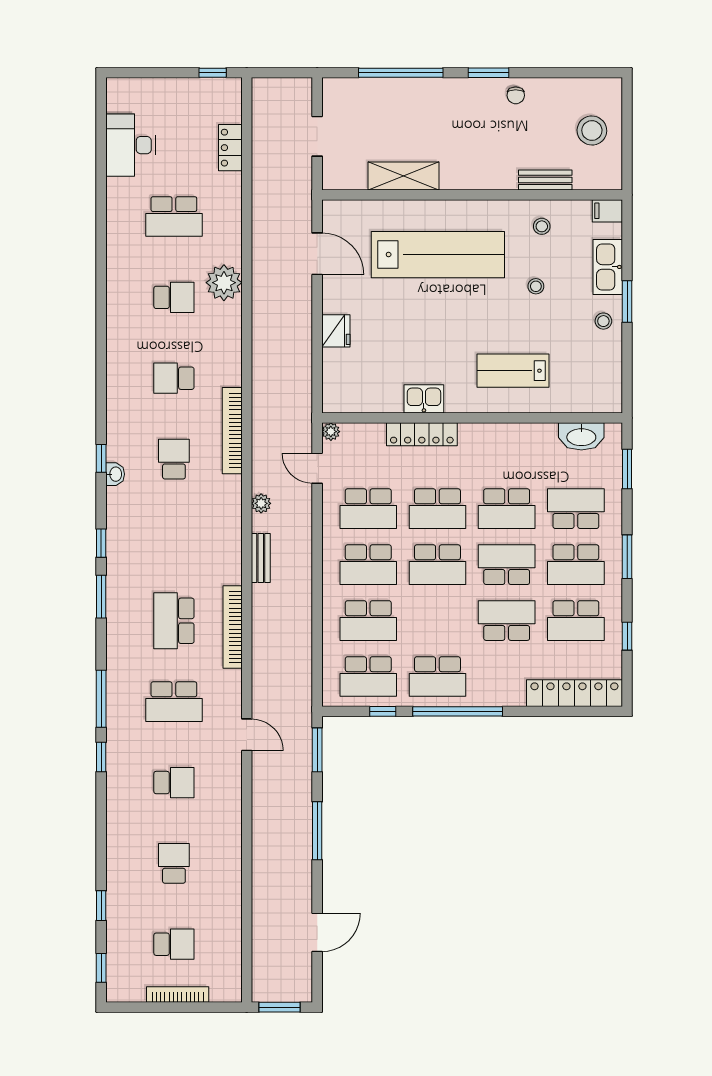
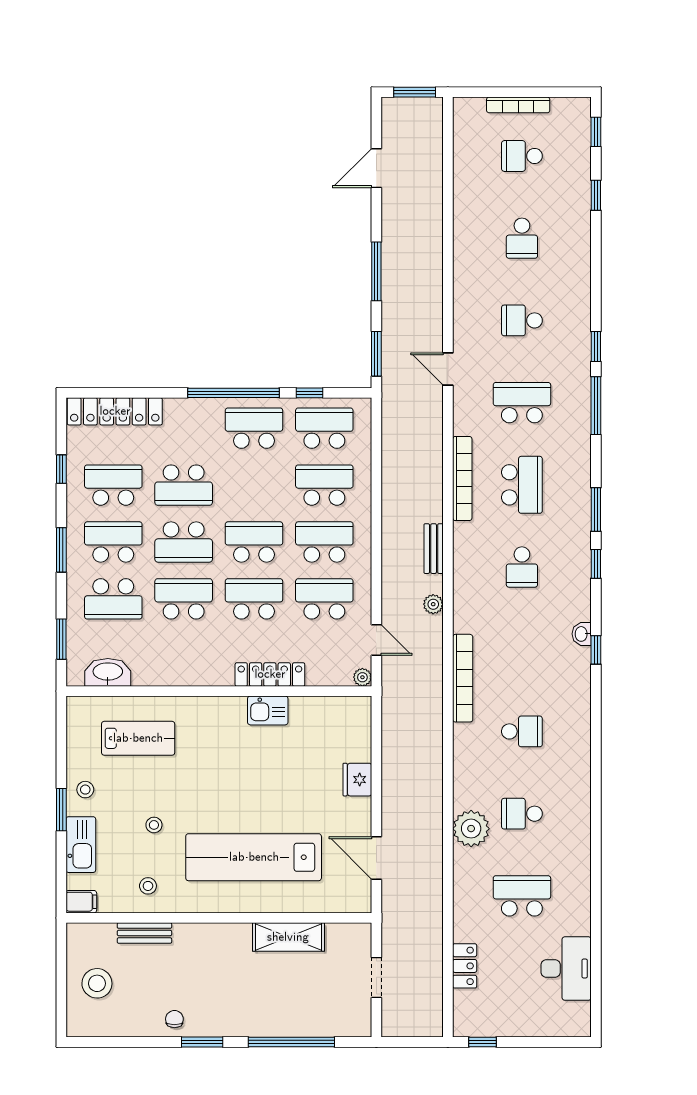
lab bench: (513, 371) -> (138, 738), moved
school desk: (174, 459) -> (522, 567), moved

